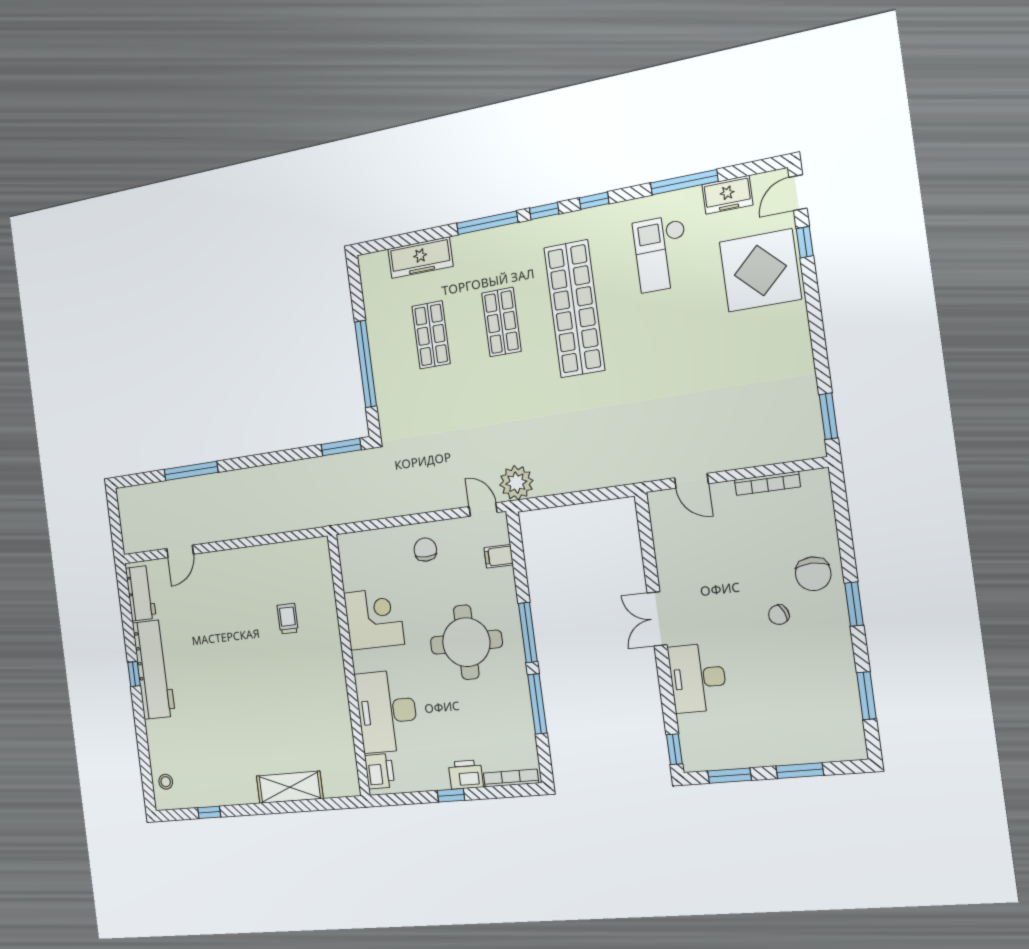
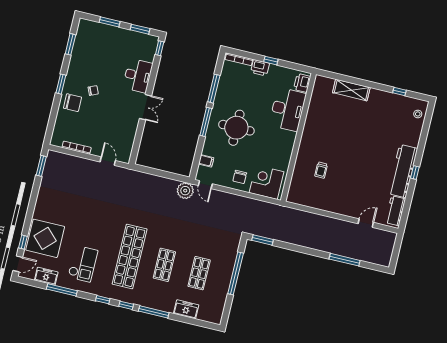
freezer: (420, 258) -> (186, 309), width x0.71
chair: (813, 574) -> (72, 103), turned 90
corner desk: (374, 619) -> (266, 182), moved, turned 90

